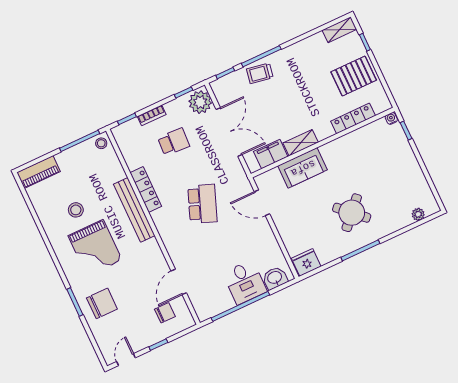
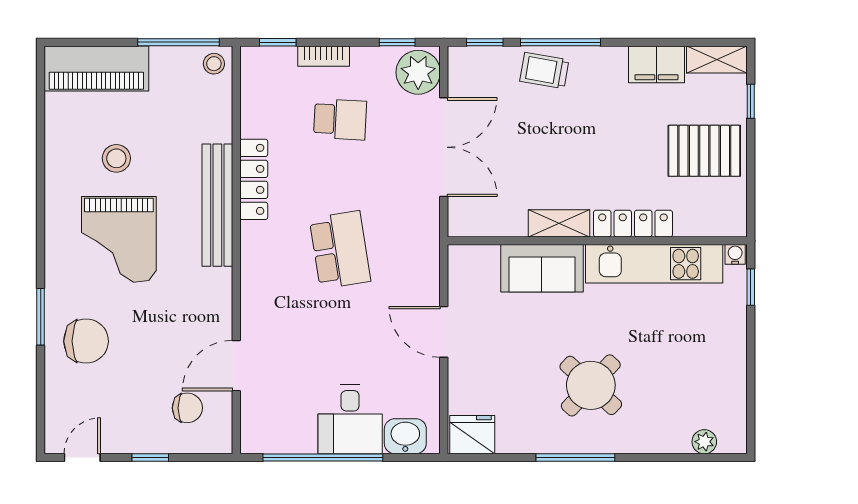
locker: (353, 118) -> (633, 224), moved
kitchen unit: (355, 141) -> (654, 264), added
filing cabinet: (271, 154) -> (657, 64), moved, turned 180
piano: (39, 172) -> (96, 68), width x1.37, depth x1.33
door: (262, 203) -> (444, 332), moved
school desk: (202, 204) -> (340, 250), turned -30

